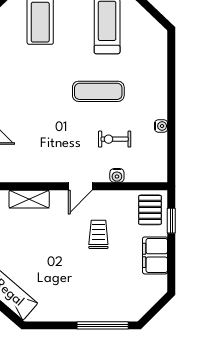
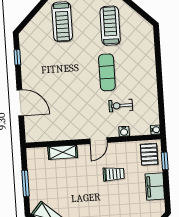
exercise mat: (98, 91) -> (107, 72), turned 90
water cooler: (161, 126) -> (155, 130), moved
trolley: (98, 234) -> (114, 174), turned 90

